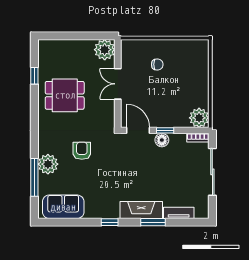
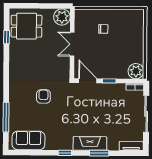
dining table: (65, 95) -> (26, 26), moved
floor lamp: (162, 140) -> (106, 88), removed
plant: (48, 164) -> (17, 107), removed
tv unit: (179, 213) -> (131, 146), moved

